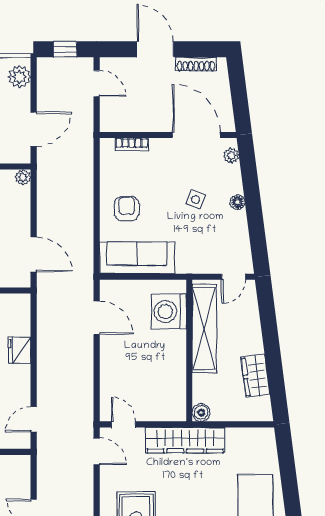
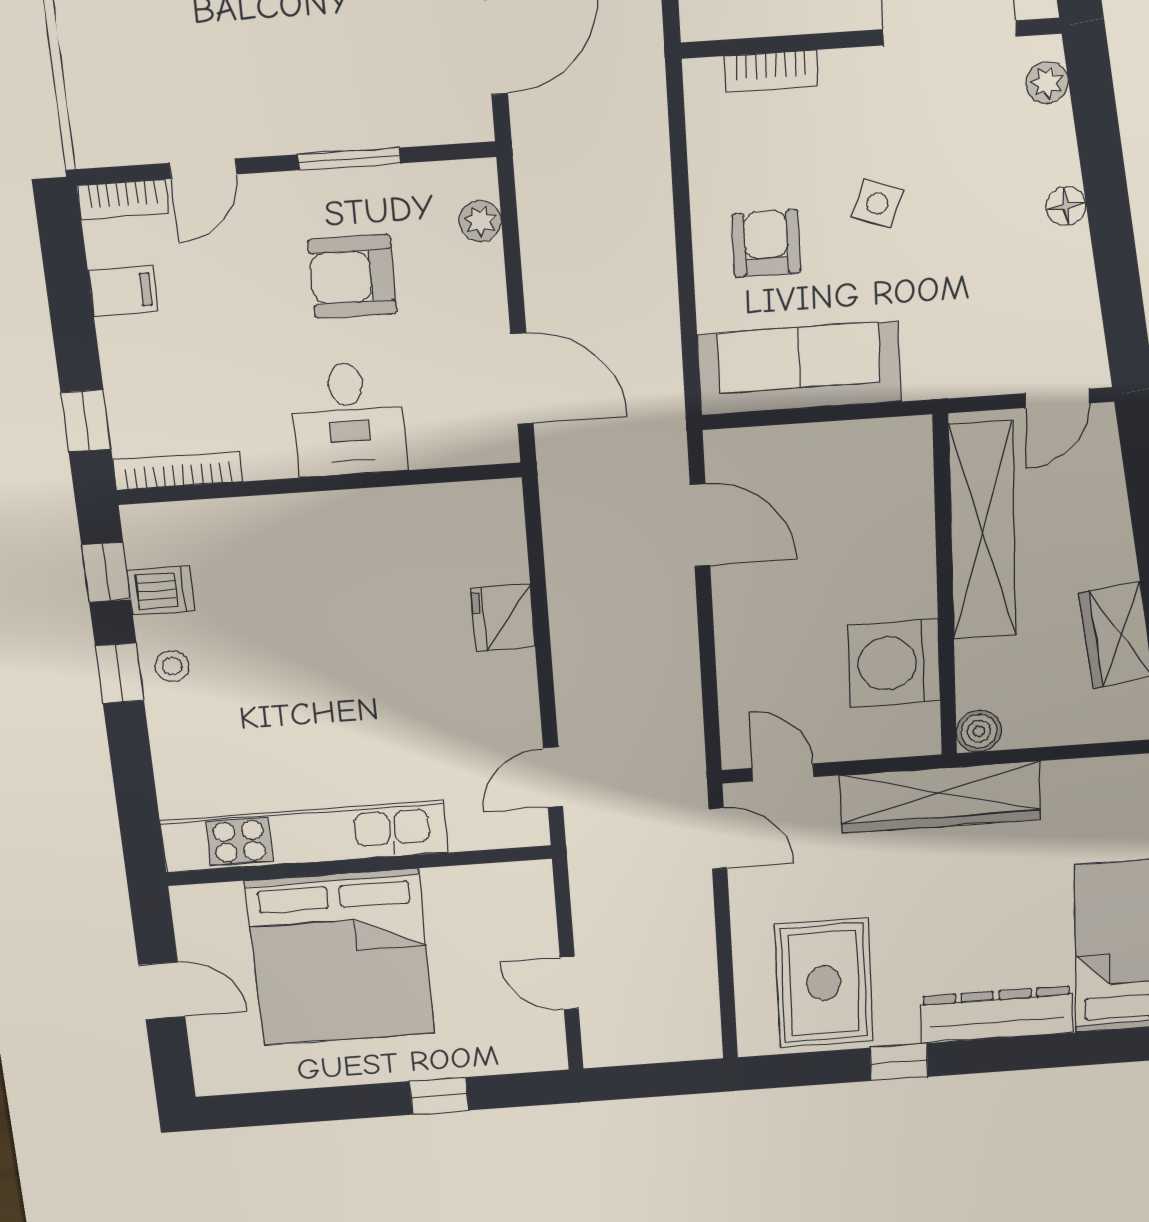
plant: (23, 177) -> (480, 221), moved
side table: (195, 199) -> (877, 204), moved
washing machine: (169, 312) -> (894, 663), moved

